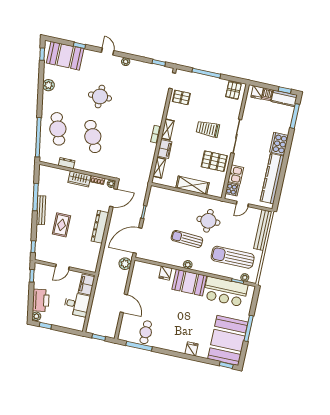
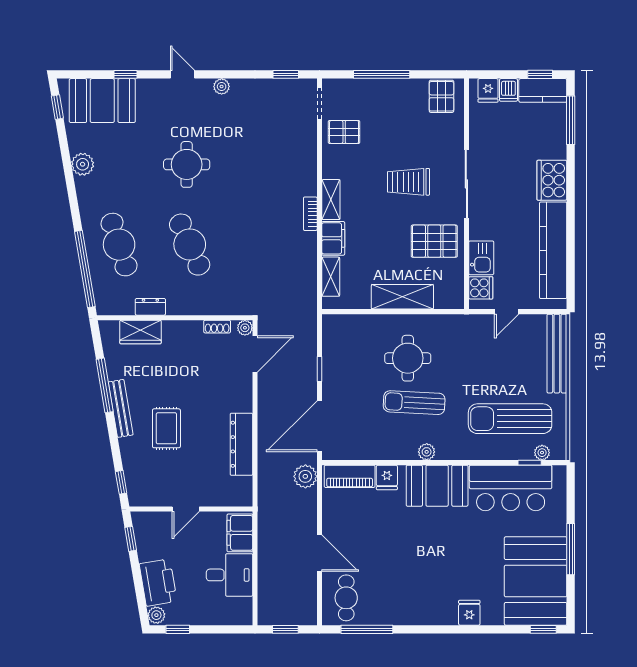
wardrobe: (79, 179) -> (140, 332), moved
round table: (208, 221) -> (408, 358), moved
dresser: (100, 227) -> (241, 444), moved
piano: (147, 268) -> (350, 476), added
cafe table: (146, 332) -> (346, 598), moved

